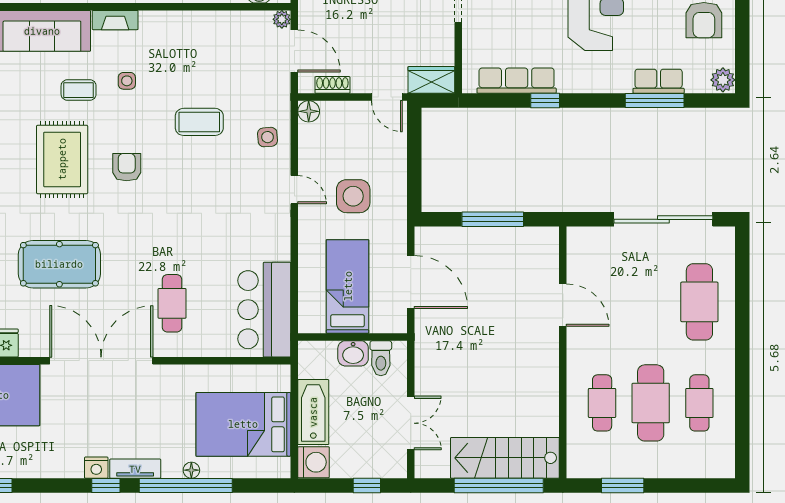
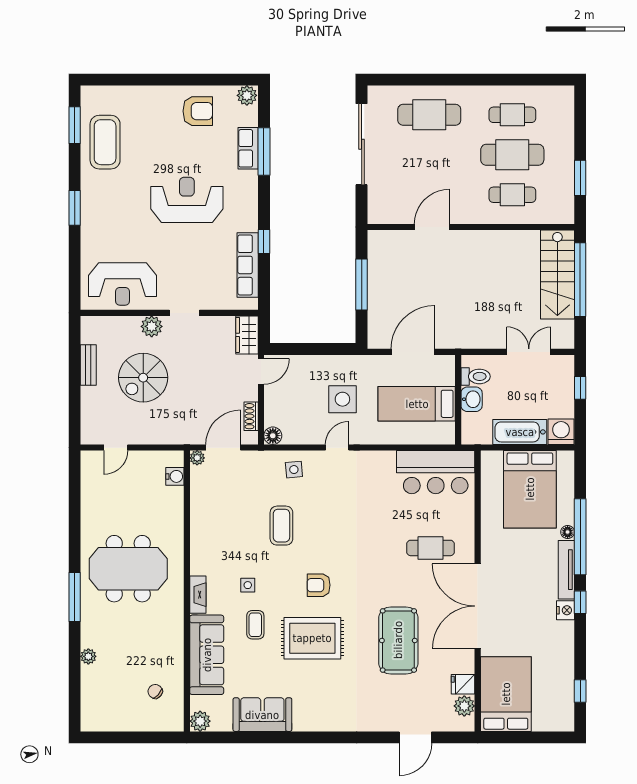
tv unit: (135, 469) -> (566, 570), width x1.41

